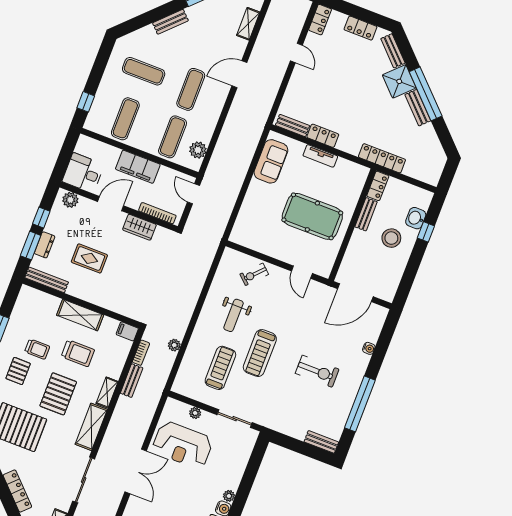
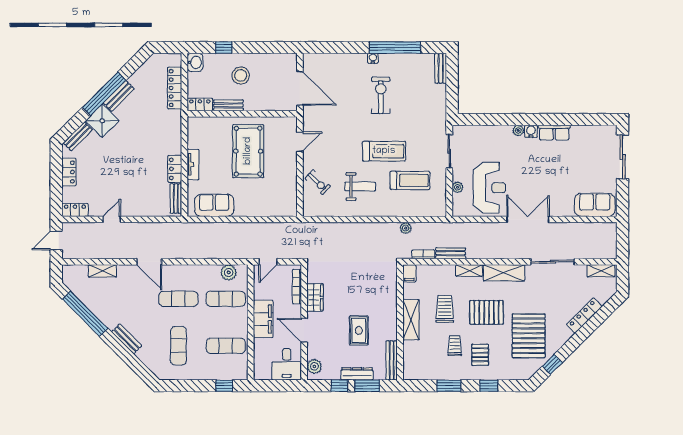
locker: (382, 158) -> (175, 88), moved
washbasin: (416, 218) -> (195, 62), moved, turned -90
dresser: (45, 245) -> (357, 374), width x1.44
water cooler: (369, 348) -> (373, 58), moved
treadmill: (220, 368) -> (410, 180), turned 180
pallet: (18, 371) -> (480, 355), turned 90

